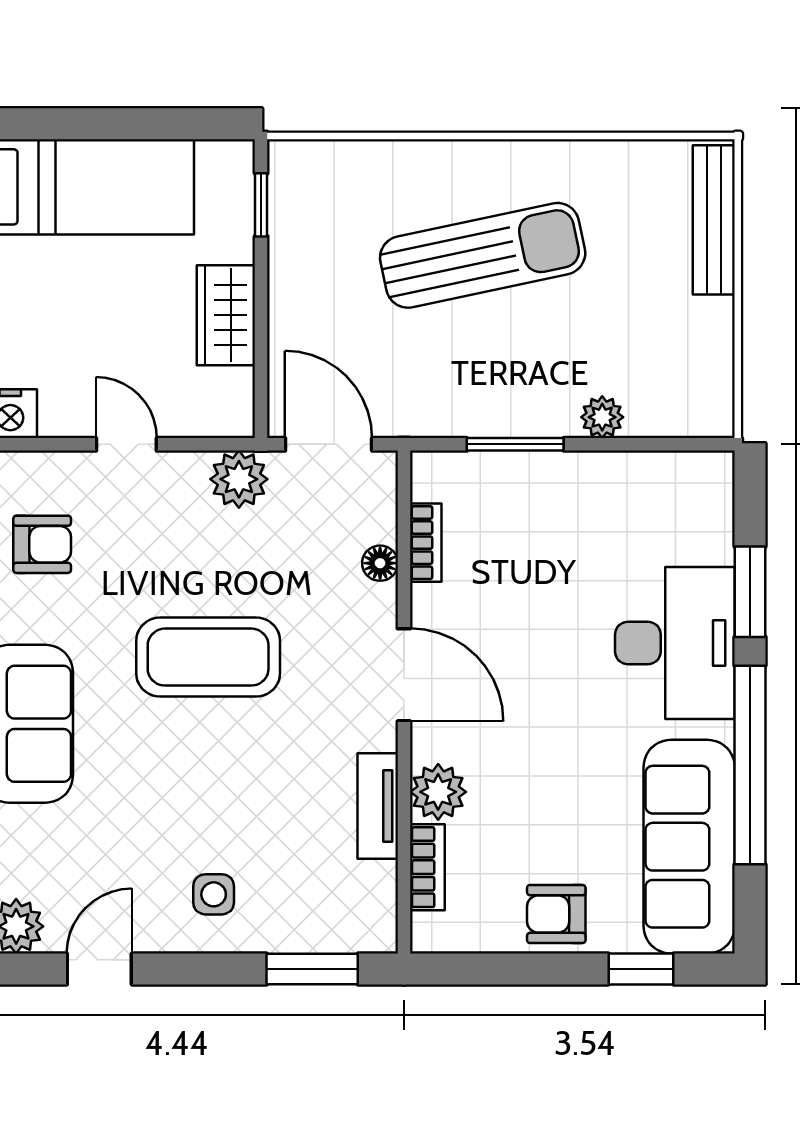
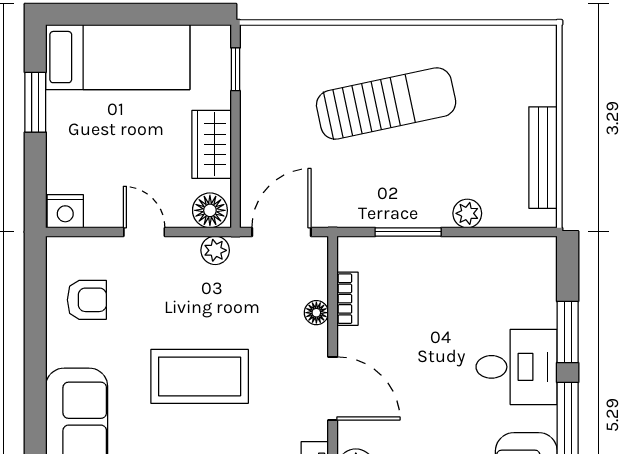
bench: (714, 220) -> (543, 158), moved
floor lamp: (223, 413) -> (210, 210), added
door: (329, 444) -> (281, 232), hinge flipped
plant: (239, 479) -> (215, 250), width x0.73, depth x0.73
desk: (675, 643) -> (517, 367), width x0.73

